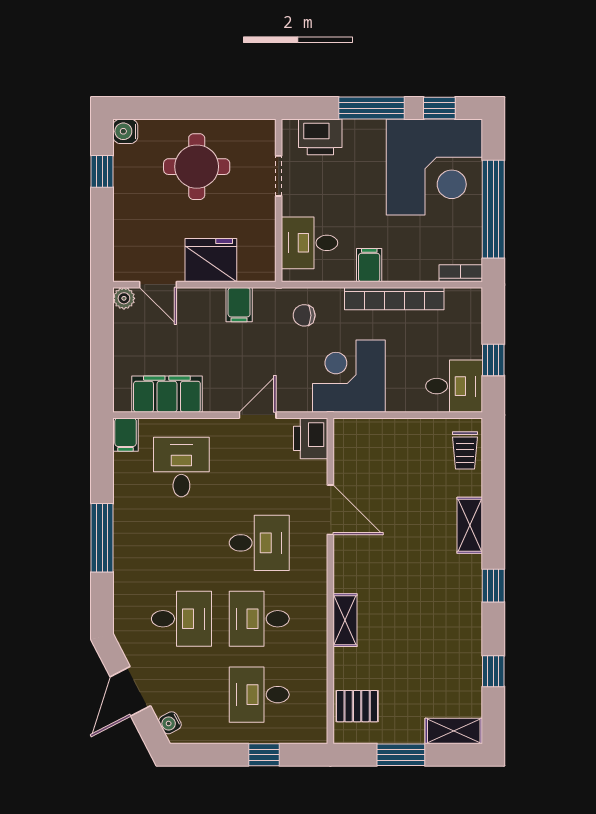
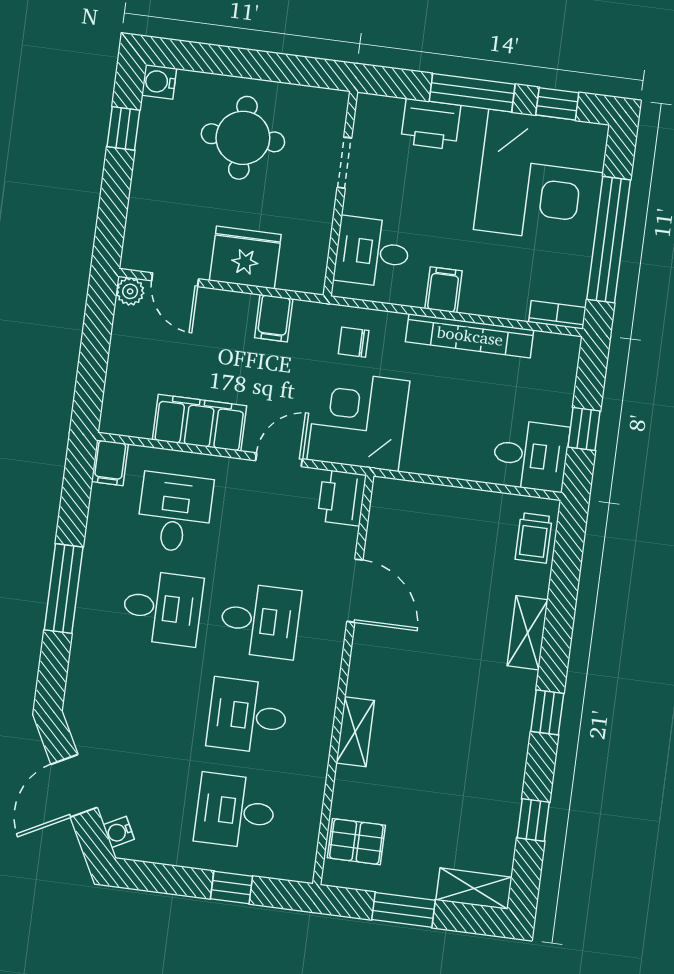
printer: (320, 137) -> (431, 124), moved
corner desk: (349, 376) -> (358, 420), moved
filing cabinet: (167, 394) -> (200, 423), moved
desk: (181, 619) -> (162, 608), moved

